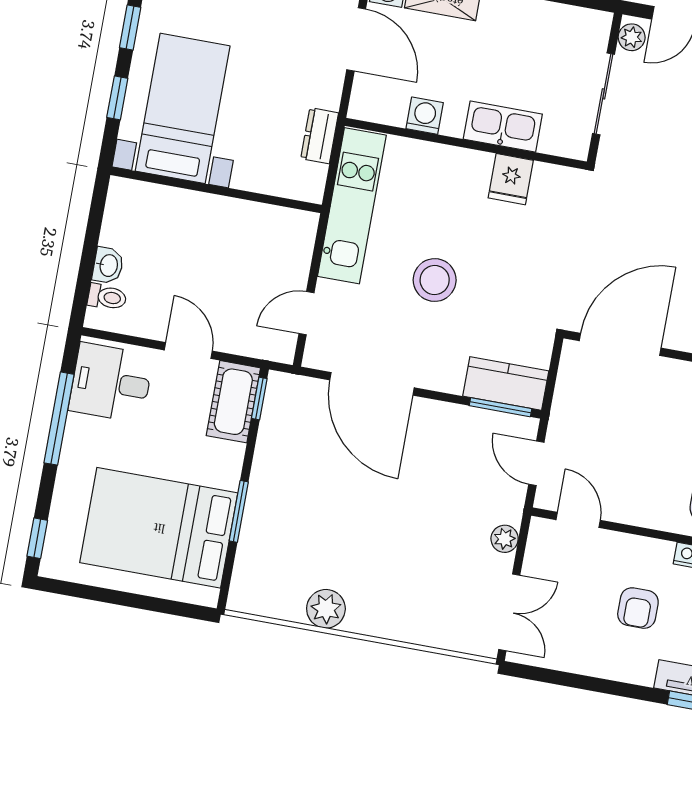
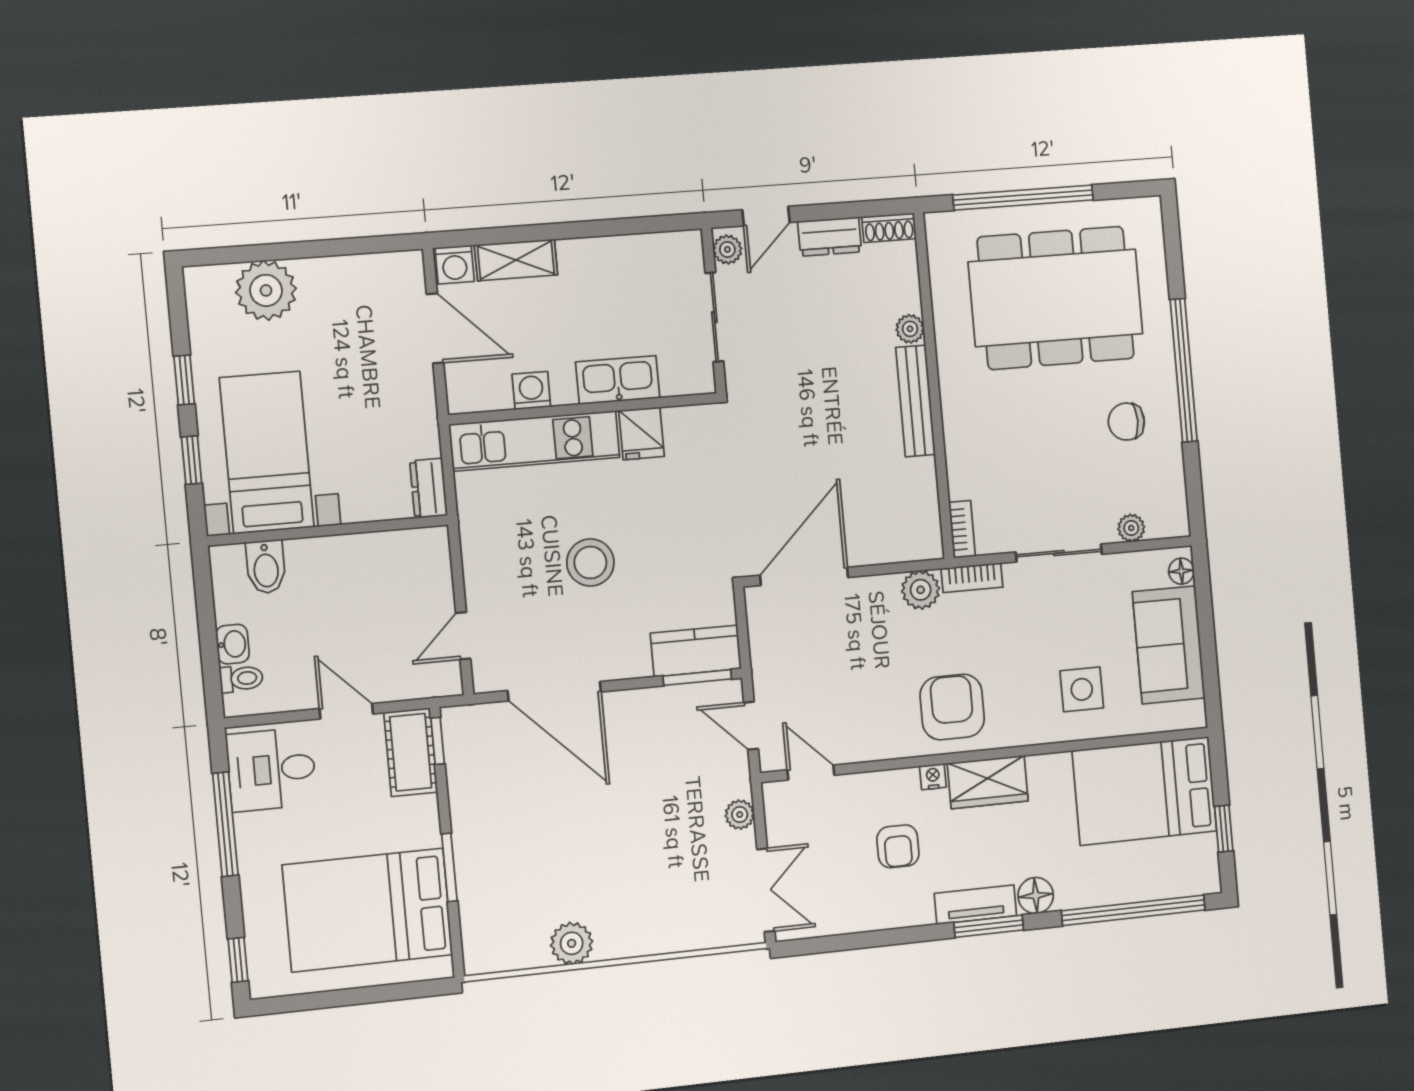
dresser: (320, 136) -> (429, 488), moved
kitchen unit: (352, 206) -> (534, 441), moved, turned 90
bidet: (154, 207) -> (266, 567), added

